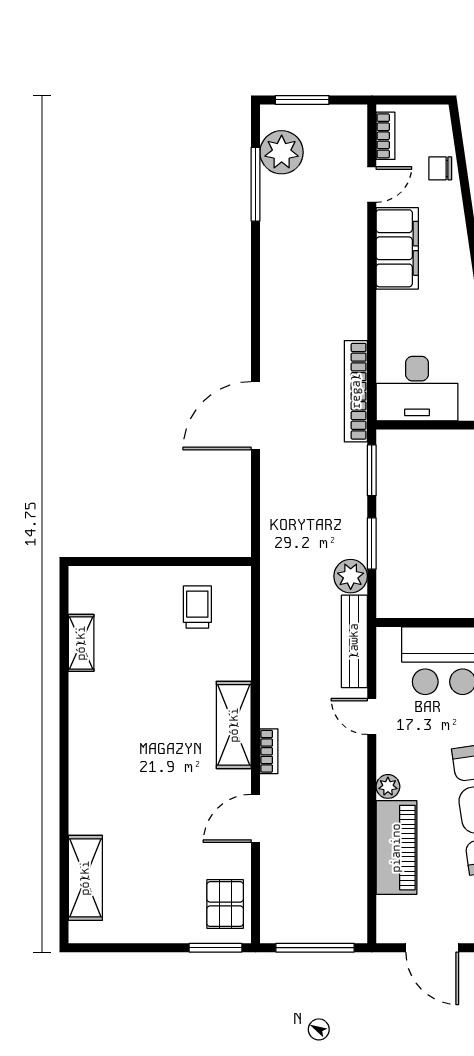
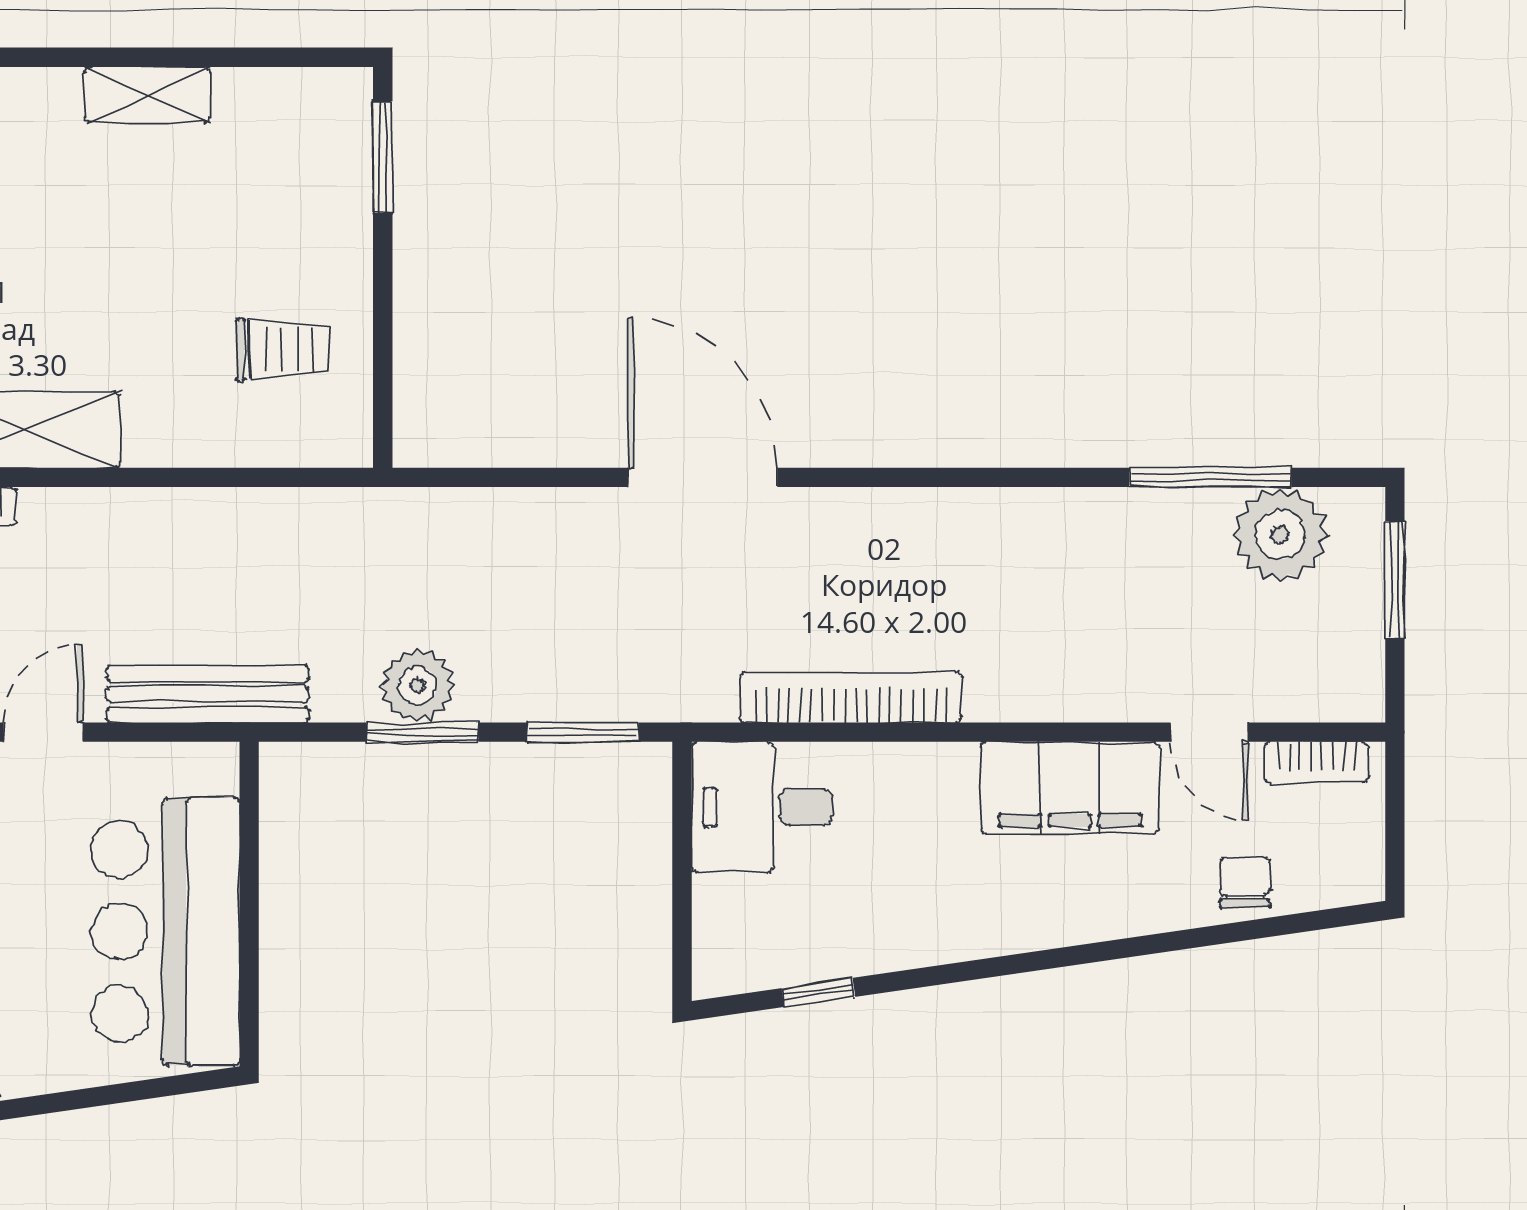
desk: (417, 389) -> (762, 807), width x0.73
bookcase: (356, 391) -> (851, 697), moved
window: (109, 562) -> (383, 157), added
plant: (351, 576) -> (417, 686), moved
shelving: (81, 643) -> (148, 95), moved

